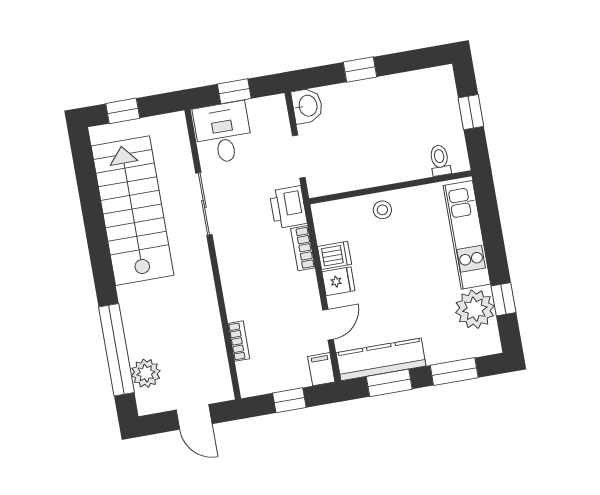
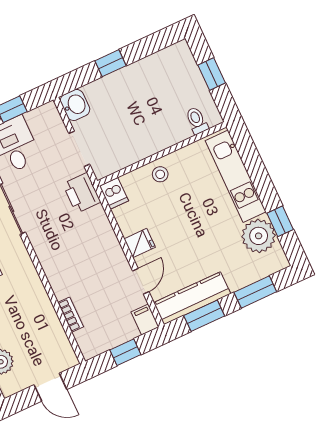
bookcase: (303, 248) -> (103, 224), removed
dishwasher: (334, 255) -> (114, 193), moved, turned 90

